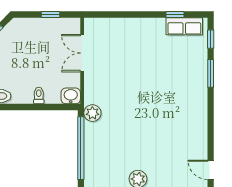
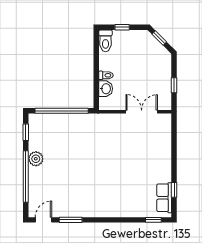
window: (211, 73) -> (71, 220), moved
washbasin: (71, 96) -> (106, 89), moved
plant: (92, 113) -> (91, 120), removed

